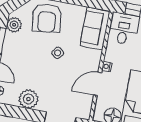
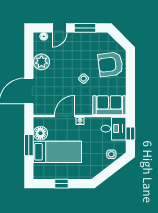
plant: (14, 25) -> (100, 39), removed
door: (98, 84) -> (64, 116), hinge flipped

